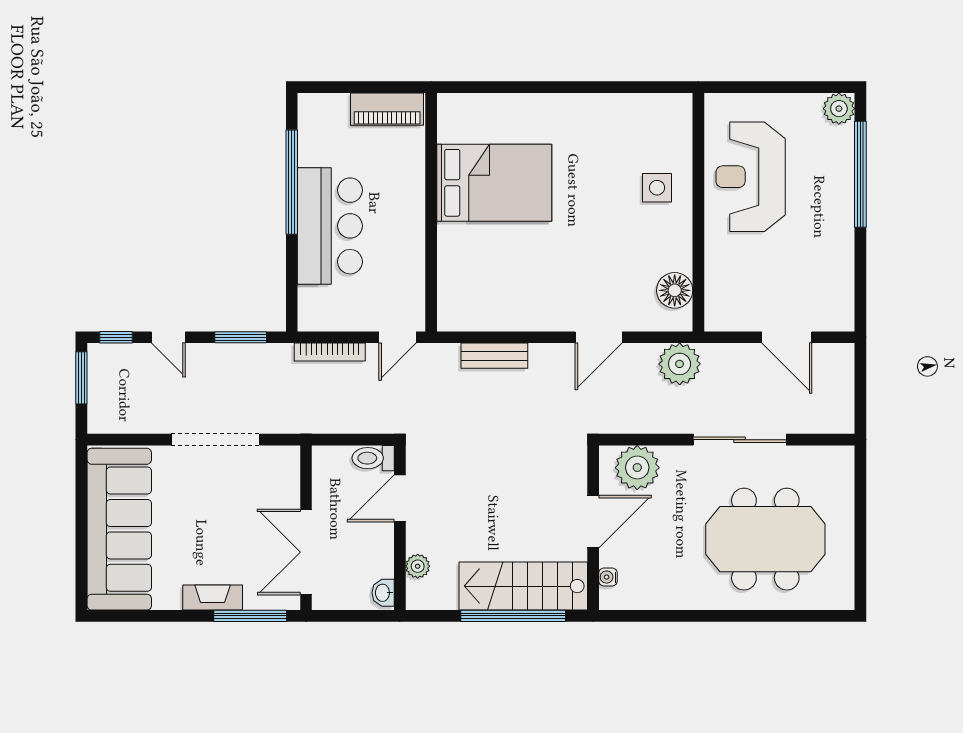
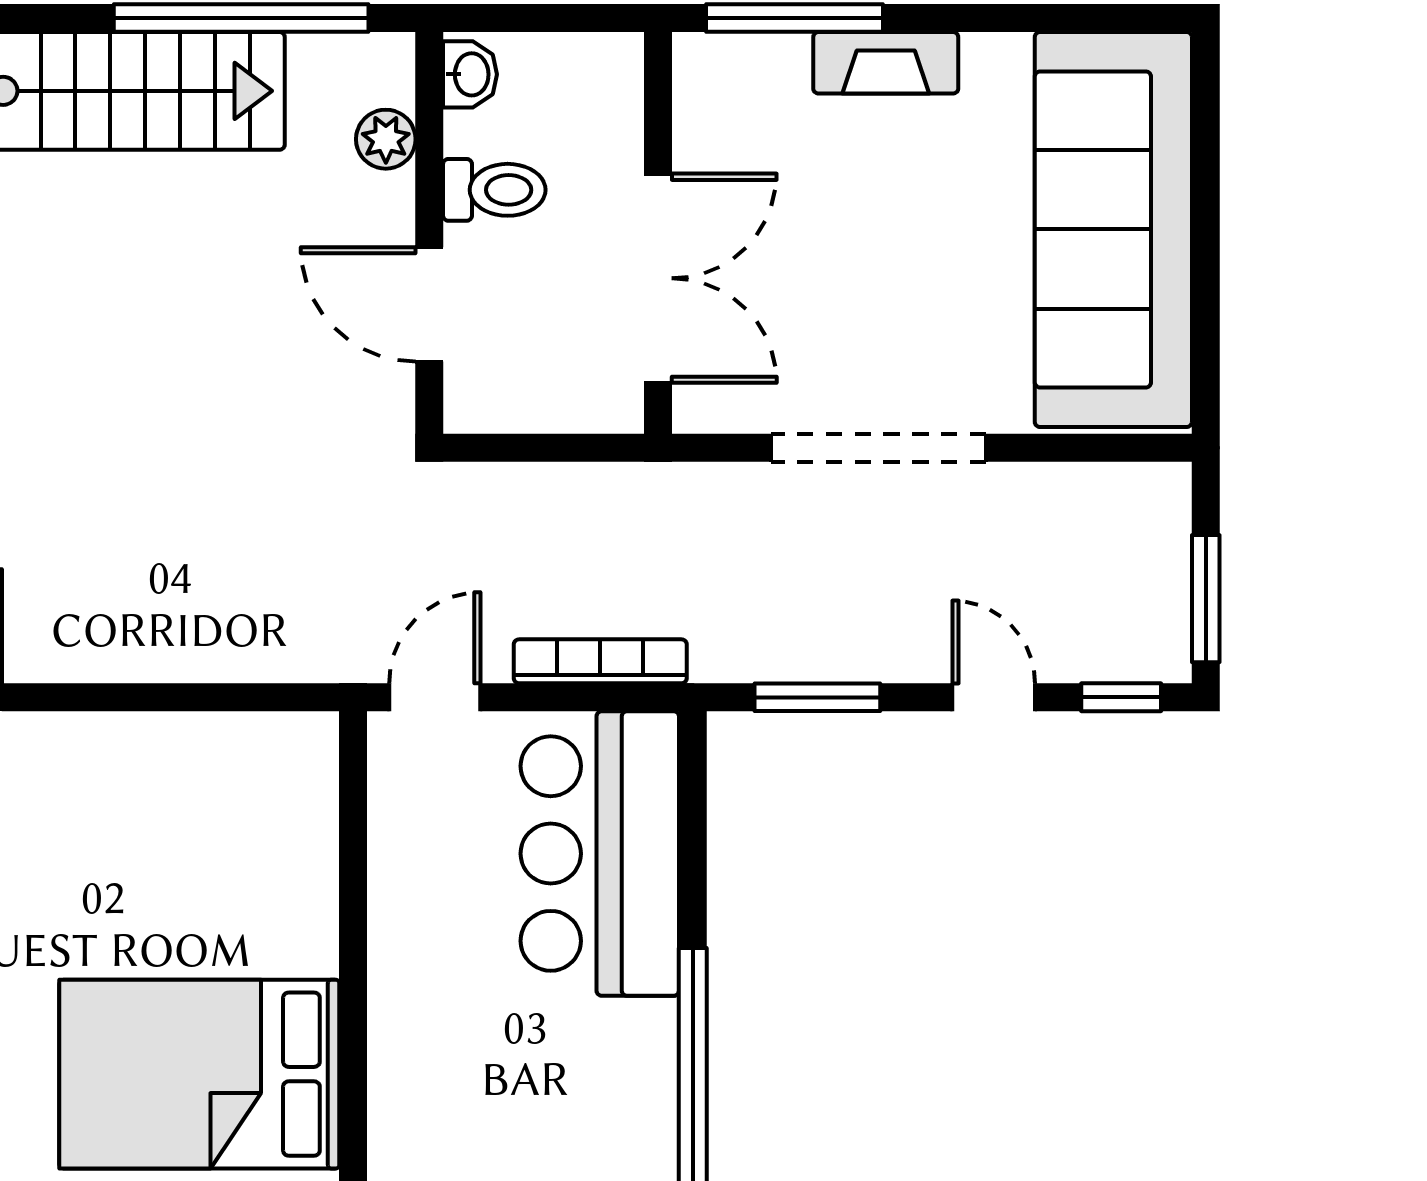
bar counter: (330, 226) -> (600, 854), moved
bench: (494, 356) -> (199, 652), removed
toilet: (373, 458) -> (494, 190), moved
door: (400, 498) -> (429, 304), swing flipped
double door: (306, 552) -> (658, 278), moved
window: (513, 616) -> (241, 18), moved

